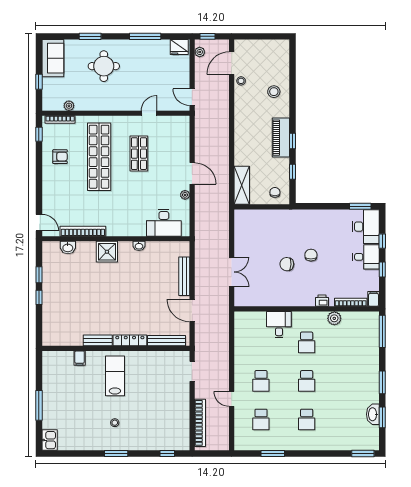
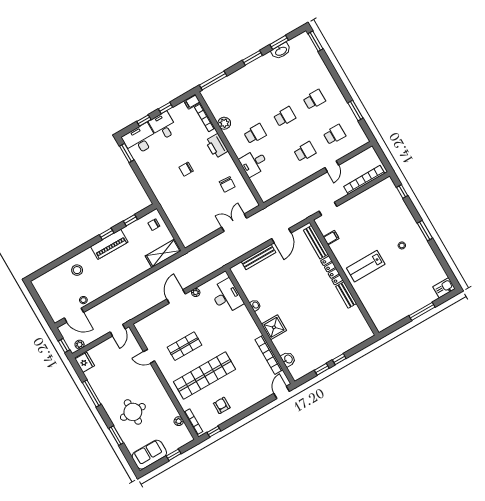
chair: (287, 264) -> (227, 184), moved
printer: (322, 301) -> (217, 146), width x1.87, depth x1.48
filing cabinet: (80, 358) -> (331, 238), moved

